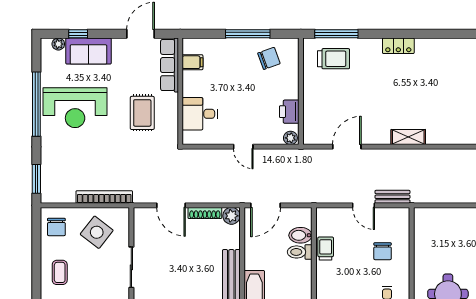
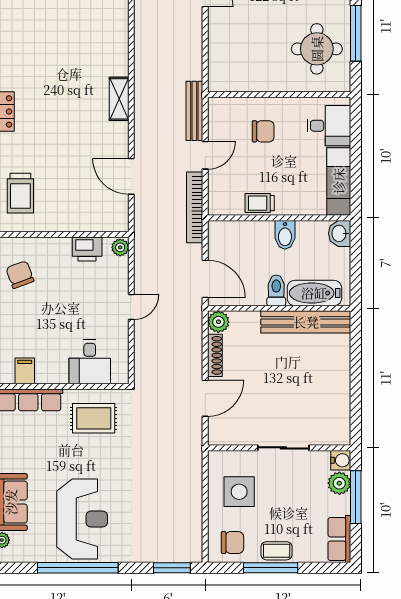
trolley: (334, 59) -> (20, 193), turned 180
rug: (142, 113) -> (94, 418), moved
bookcase: (104, 197) -> (195, 207), moved
bench: (392, 197) -> (194, 111), width x1.36
side table: (97, 232) -> (239, 492), turned -38
bidet: (300, 235) -> (285, 235), moved
toilet: (300, 252) -> (276, 290), moved, turned 180
window: (36, 257) -> (271, 568), added
coffee table: (60, 272) -> (277, 551), moved

